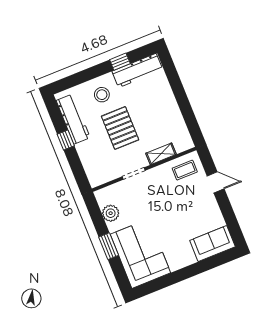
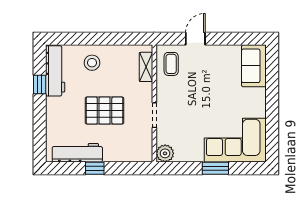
stool: (102, 95) -> (92, 63), moved
shelving: (161, 154) -> (146, 67), moved
plant: (111, 213) -> (165, 153), moved

